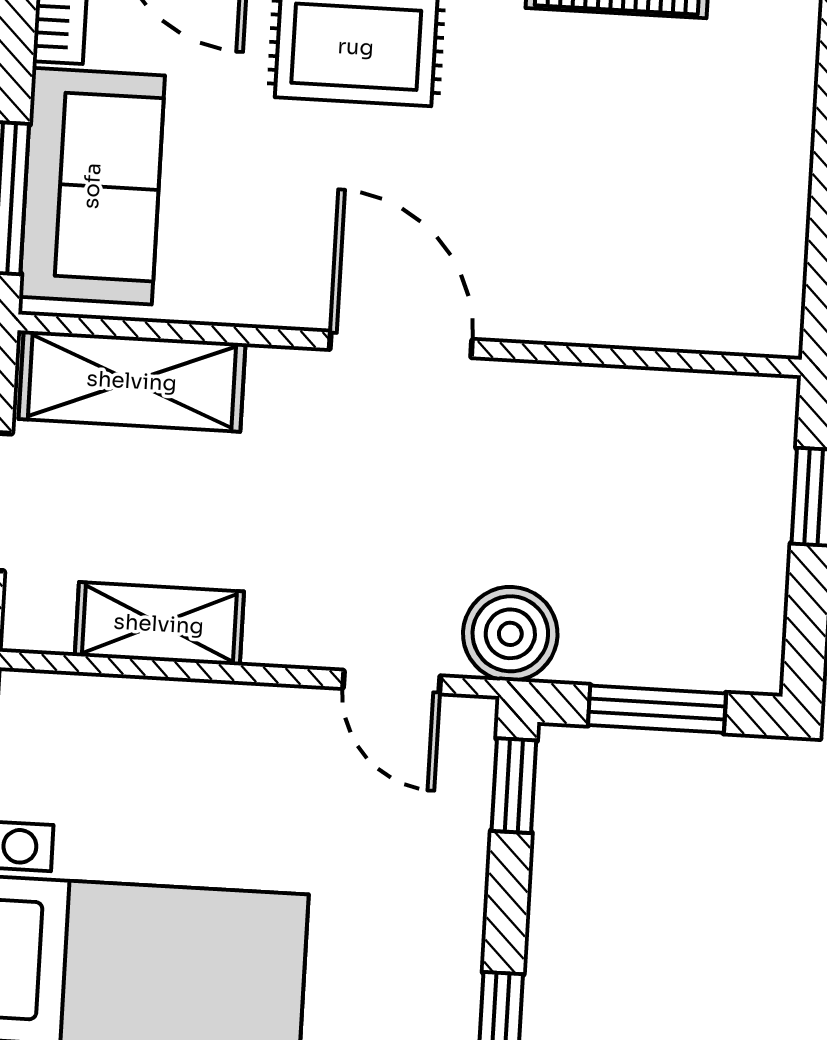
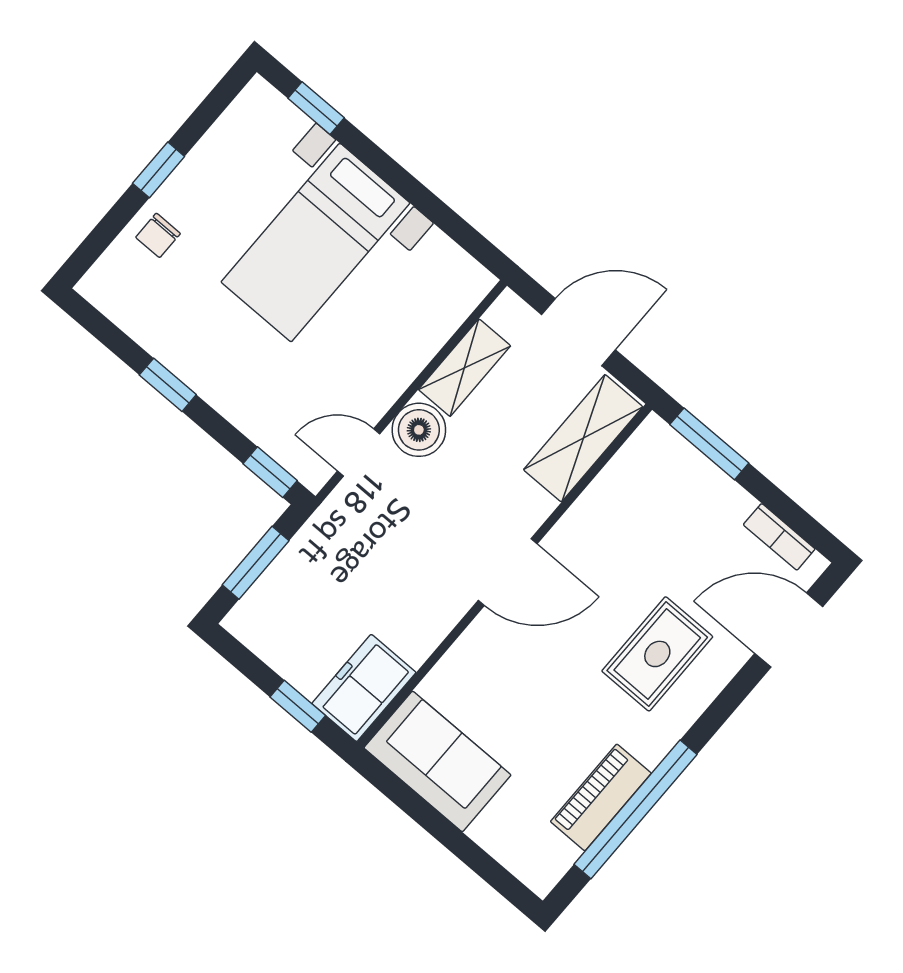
sofa: (92, 186) -> (437, 761), moved, turned 180
freezer: (717, 423) -> (364, 688), added
boiler: (510, 634) -> (419, 430), moved

